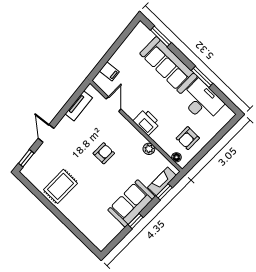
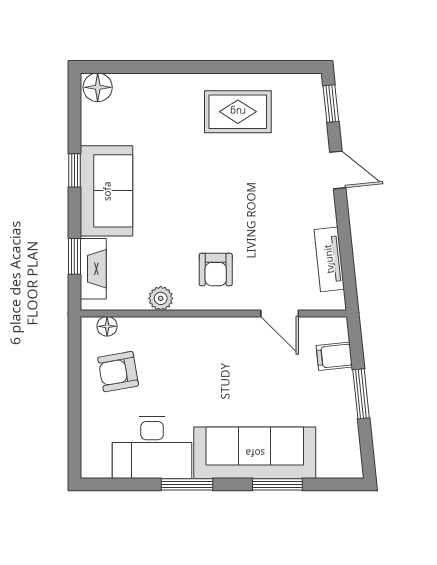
window: (161, 36) -> (277, 484), moved
window: (113, 50) -> (361, 394), added
printer: (147, 122) -> (204, 335), removed
armchair: (188, 138) -> (118, 372), turned -100
armchair: (104, 153) -> (216, 270), moved
rug: (60, 186) -> (238, 112), turned 90
floor lamp: (100, 242) -> (98, 87), added

